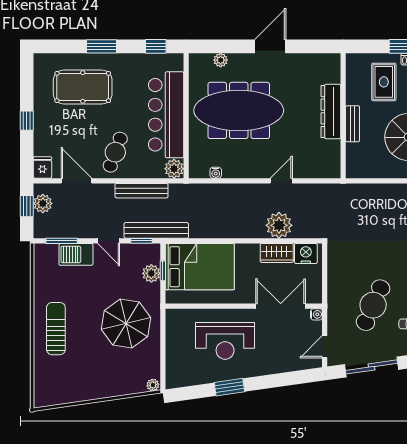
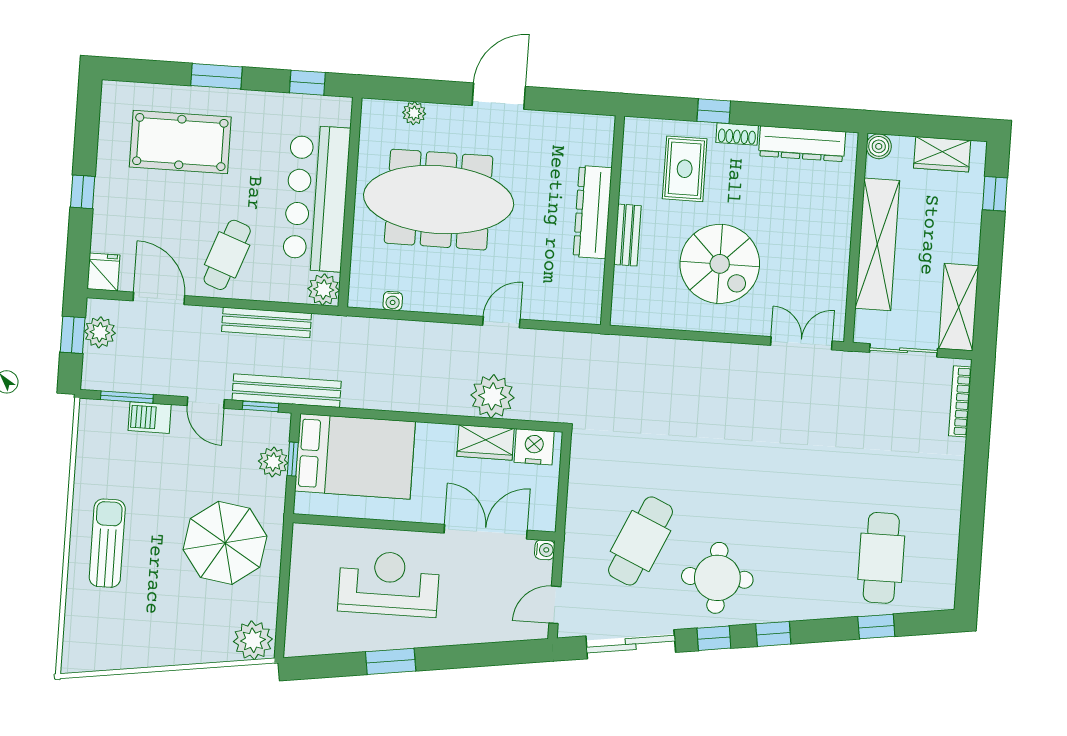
barbecue: (76, 254) -> (150, 418), width x0.73, depth x0.79
reception desk: (225, 341) -> (389, 583), turned 180
plant: (153, 385) -> (253, 640), width x1.87, depth x1.87

